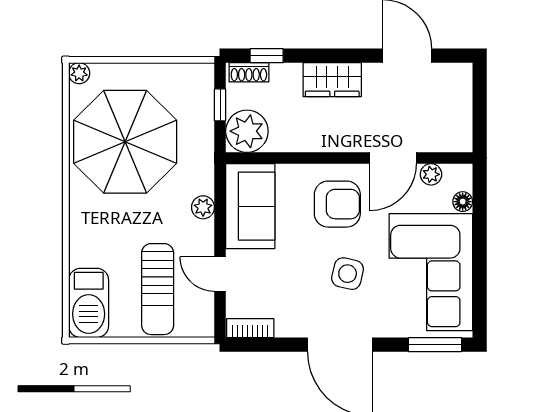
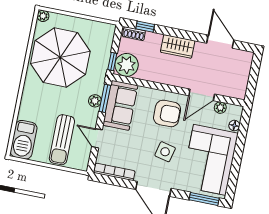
window: (220, 105) -> (112, 61), moved
window: (220, 199) -> (105, 98), added
bookcase: (250, 328) -> (114, 172), width x1.56

